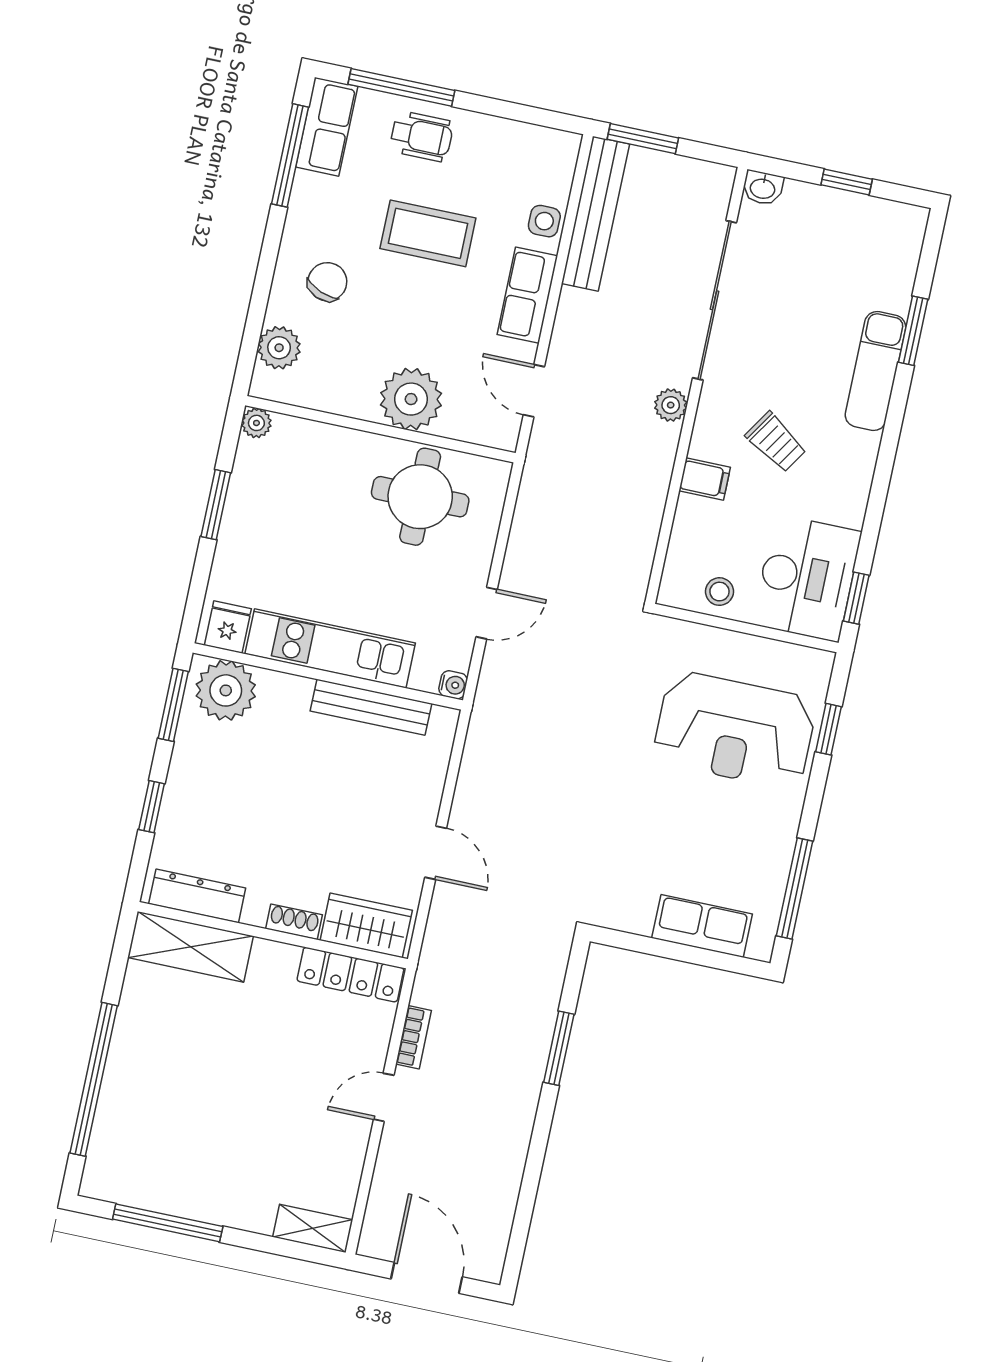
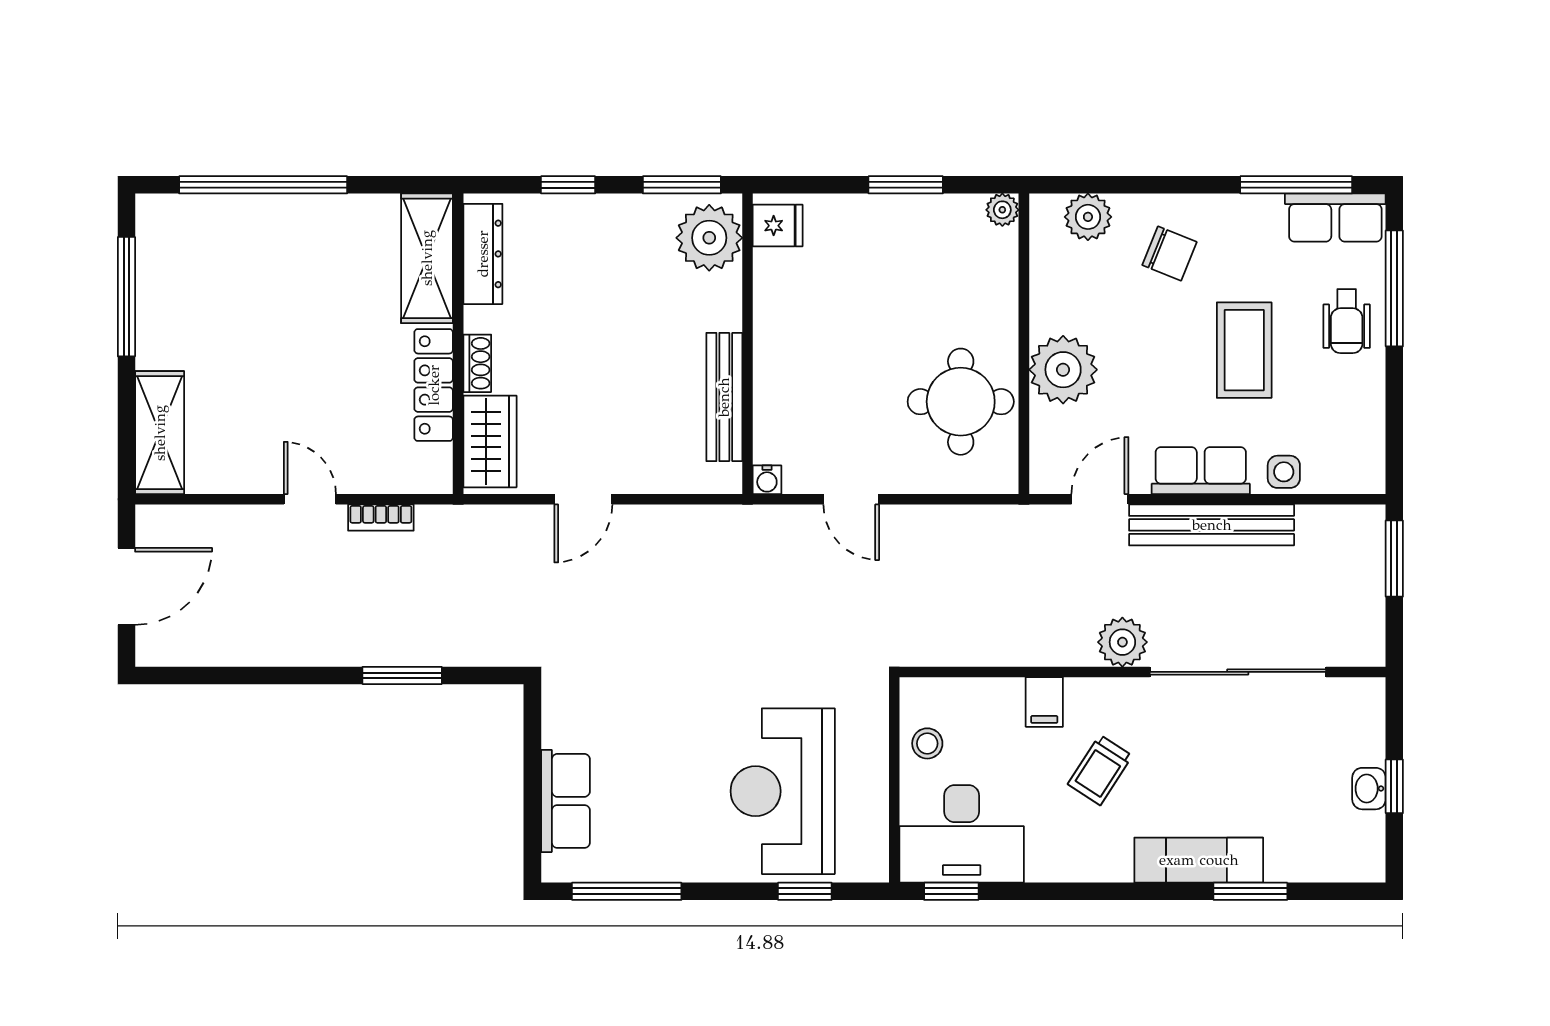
washbasin: (763, 188) -> (1369, 789), moved
bench: (595, 214) -> (1212, 525), moved
plant: (671, 405) -> (1122, 642), width x1.38, depth x1.38
kitchen unit: (330, 648) -> (778, 340), removed
locker: (350, 975) -> (434, 385), moved
shelving: (313, 1228) -> (160, 433), width x1.50, depth x1.33

